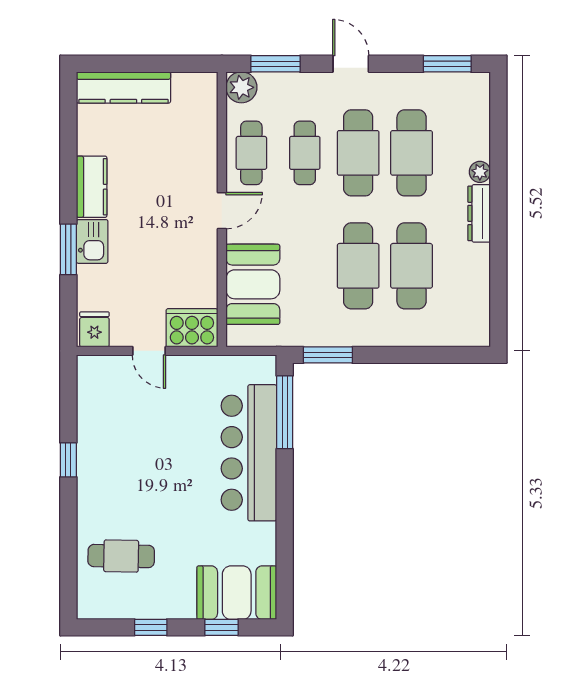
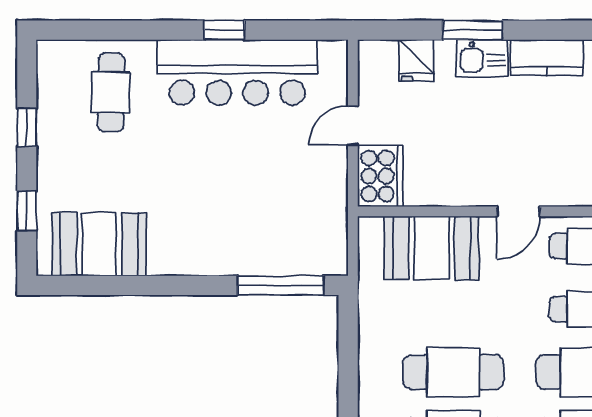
door: (222, 211) -> (518, 211), hinge flipped
fridge: (94, 329) -> (416, 60), moved, turned 90
window: (328, 355) -> (348, 336), removed
bar counter: (249, 453) -> (237, 72), moved, turned 180
booth: (237, 593) -> (99, 244), moved, turned 90

